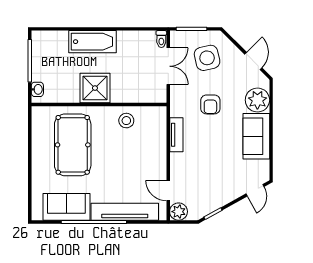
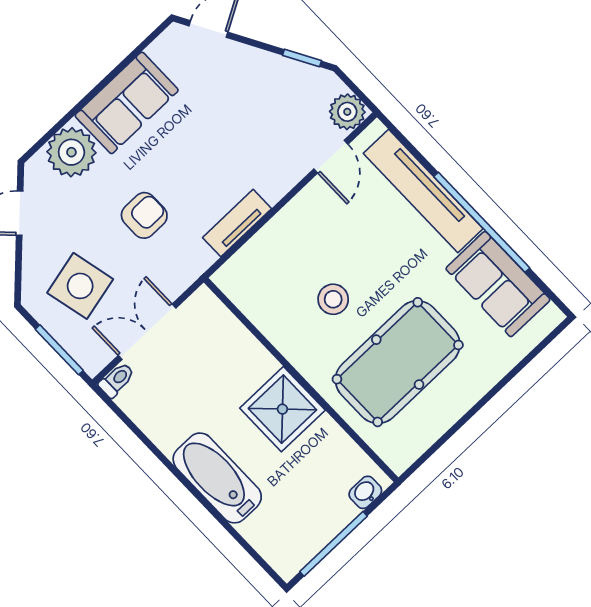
stool: (126, 121) -> (333, 299), moved

